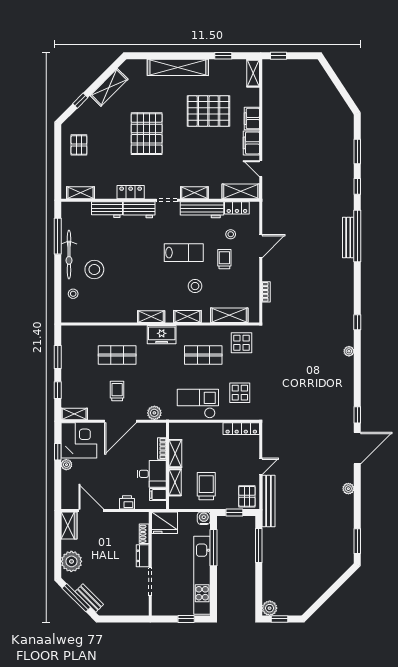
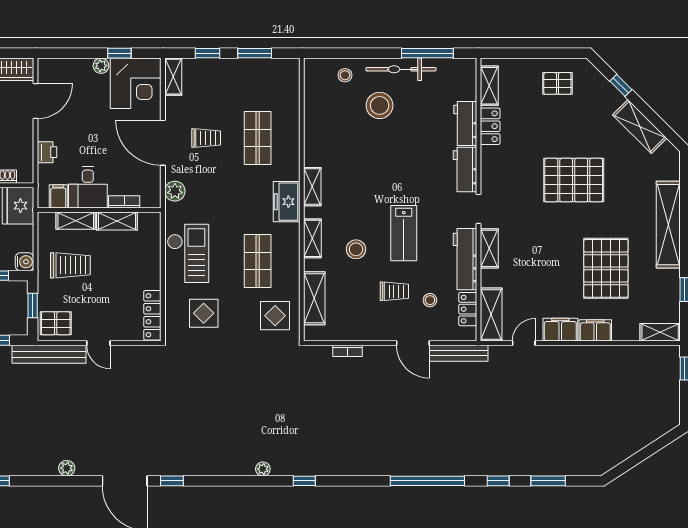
locker: (131, 192) -> (490, 126), moved
bench: (348, 237) -> (459, 353), moved

